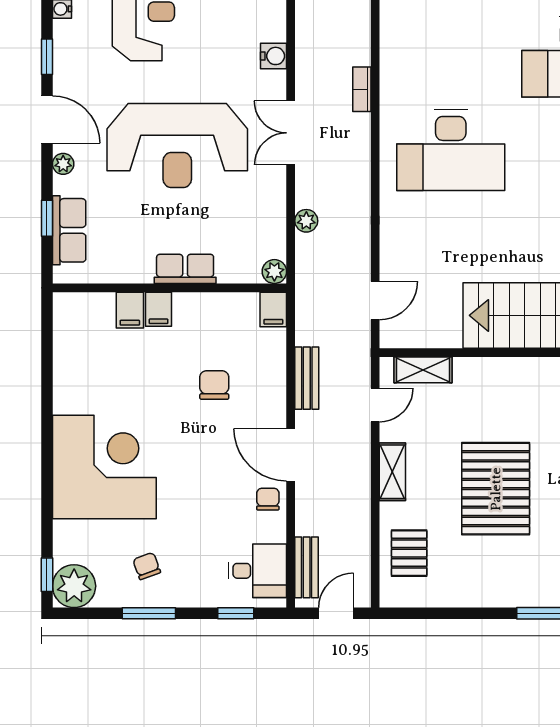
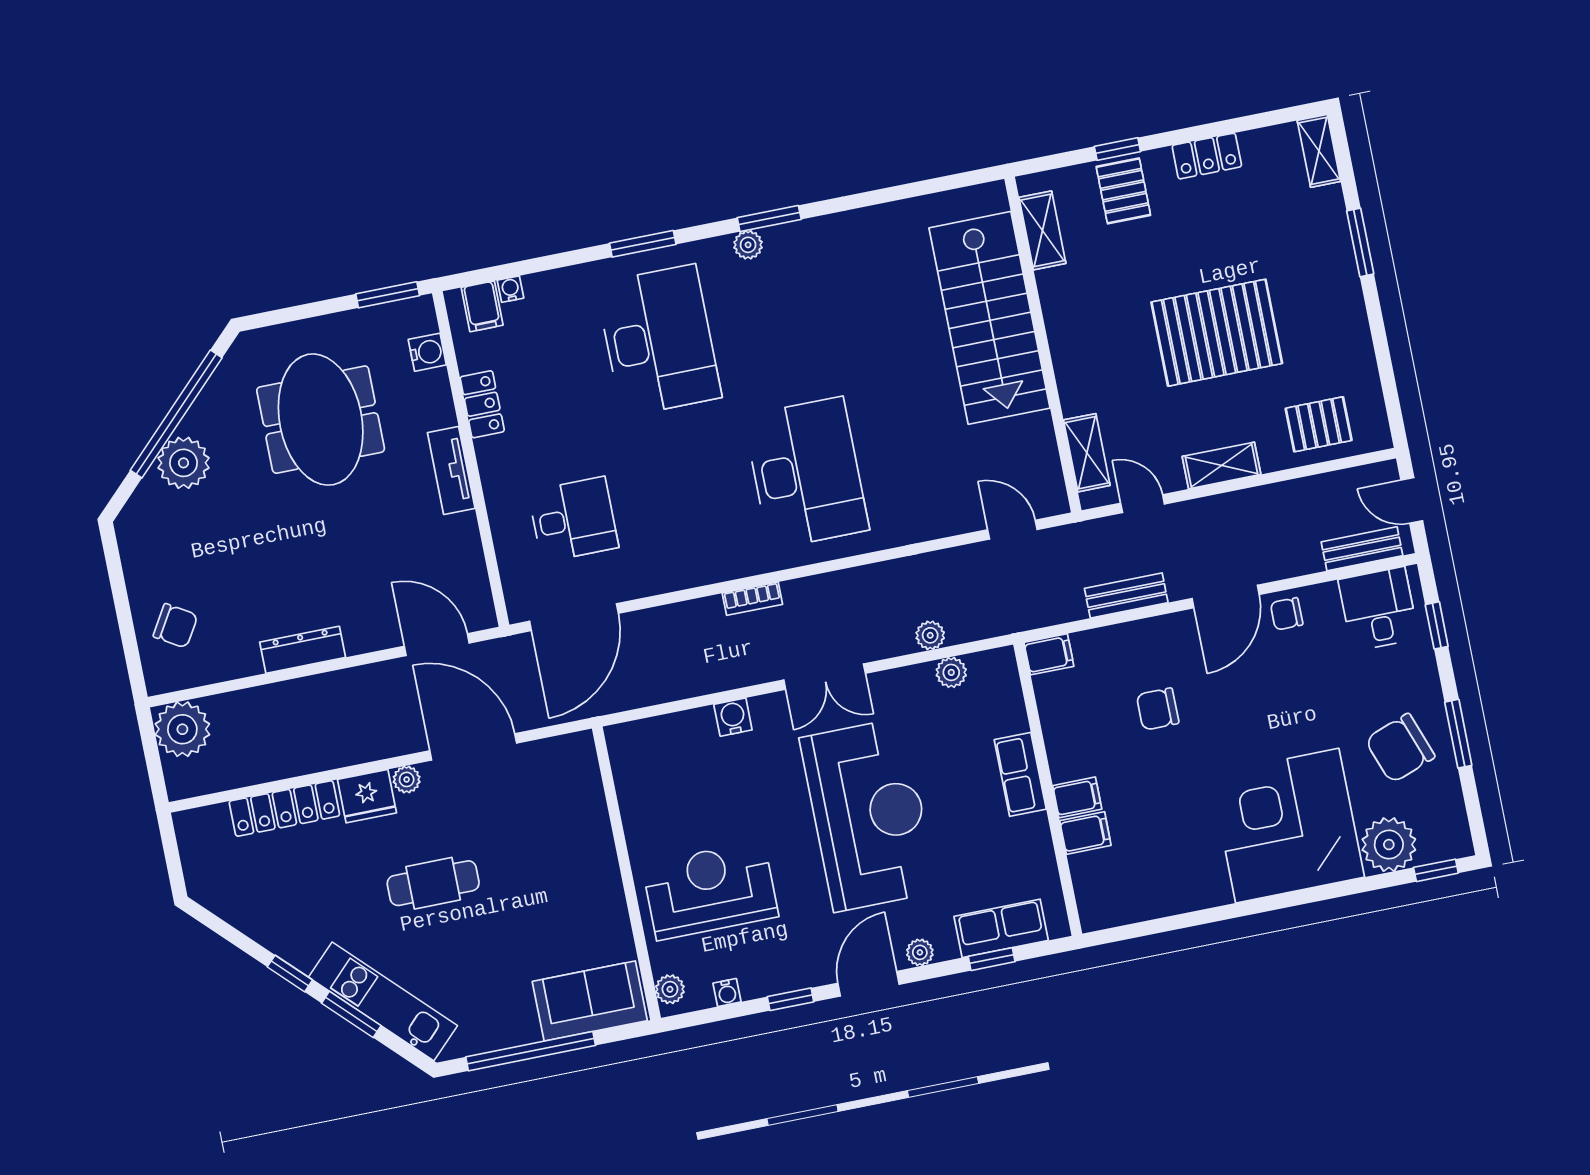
plant: (274, 272) -> (951, 672), moved
chair: (147, 566) -> (1400, 748), width x1.87, depth x1.87
plant: (74, 586) -> (1389, 845), moved

